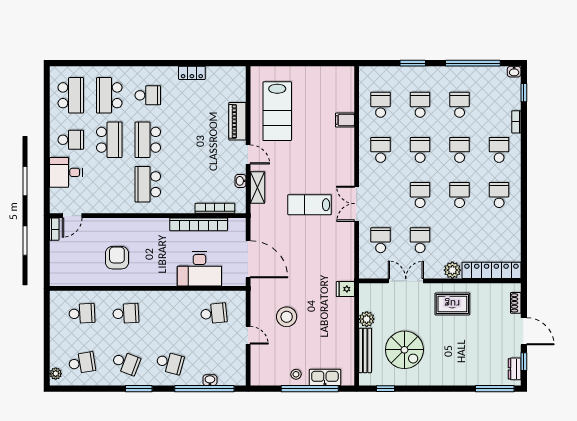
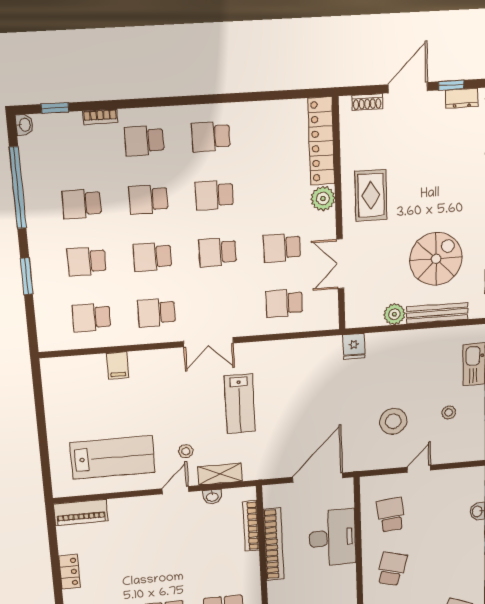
piano: (237, 121) -> (81, 512), moved
stool: (277, 164) -> (186, 451), added
double door: (357, 204) -> (208, 342), moved
school desk: (170, 363) -> (392, 569), moved
stool: (296, 374) -> (449, 412), moved

